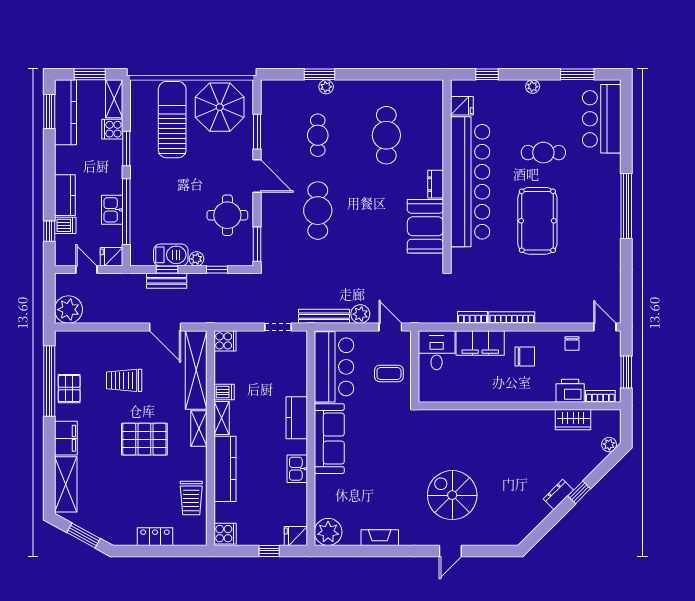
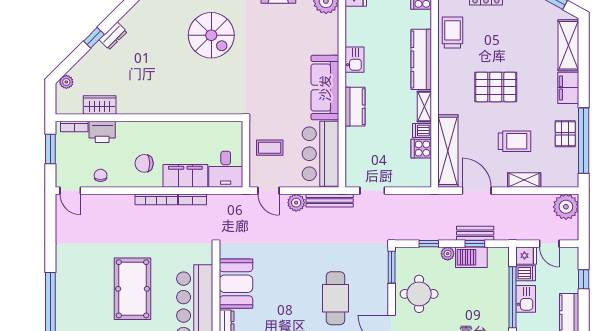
dishwasher: (65, 225) -> (526, 273), moved, turned 180
cooker: (225, 341) -> (421, 149), moved
shelving: (199, 429) -> (524, 180), moved, turned 90

